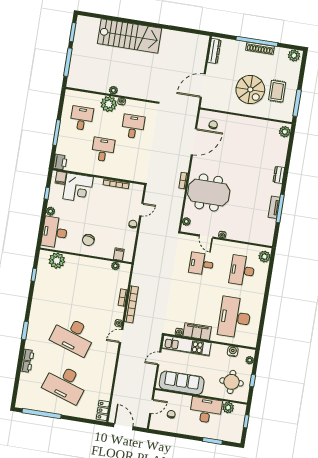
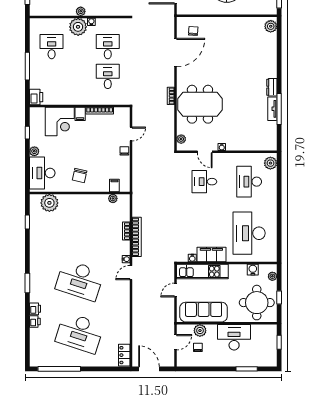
desk: (103, 150) -> (108, 76), moved
dresser: (279, 175) -> (272, 87), moved
filing cabinet: (61, 178) -> (80, 114), moved
round table: (232, 382) -> (257, 303), width x1.36, depth x1.36
plant: (228, 408) -> (200, 331), moved

